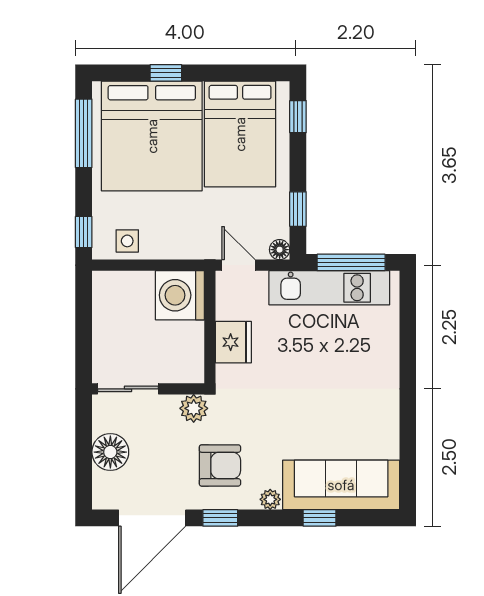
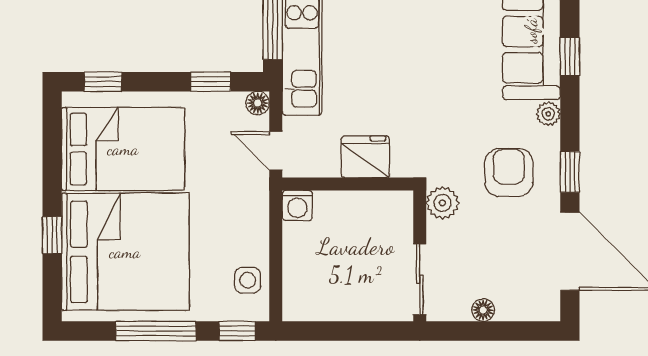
window: (84, 133) -> (156, 331), moved
door: (238, 265) -> (276, 151), hinge flipped
washing machine: (180, 295) -> (297, 205), width x0.53, depth x0.53
floor lamp: (110, 452) -> (483, 310), width x0.53, depth x0.53

